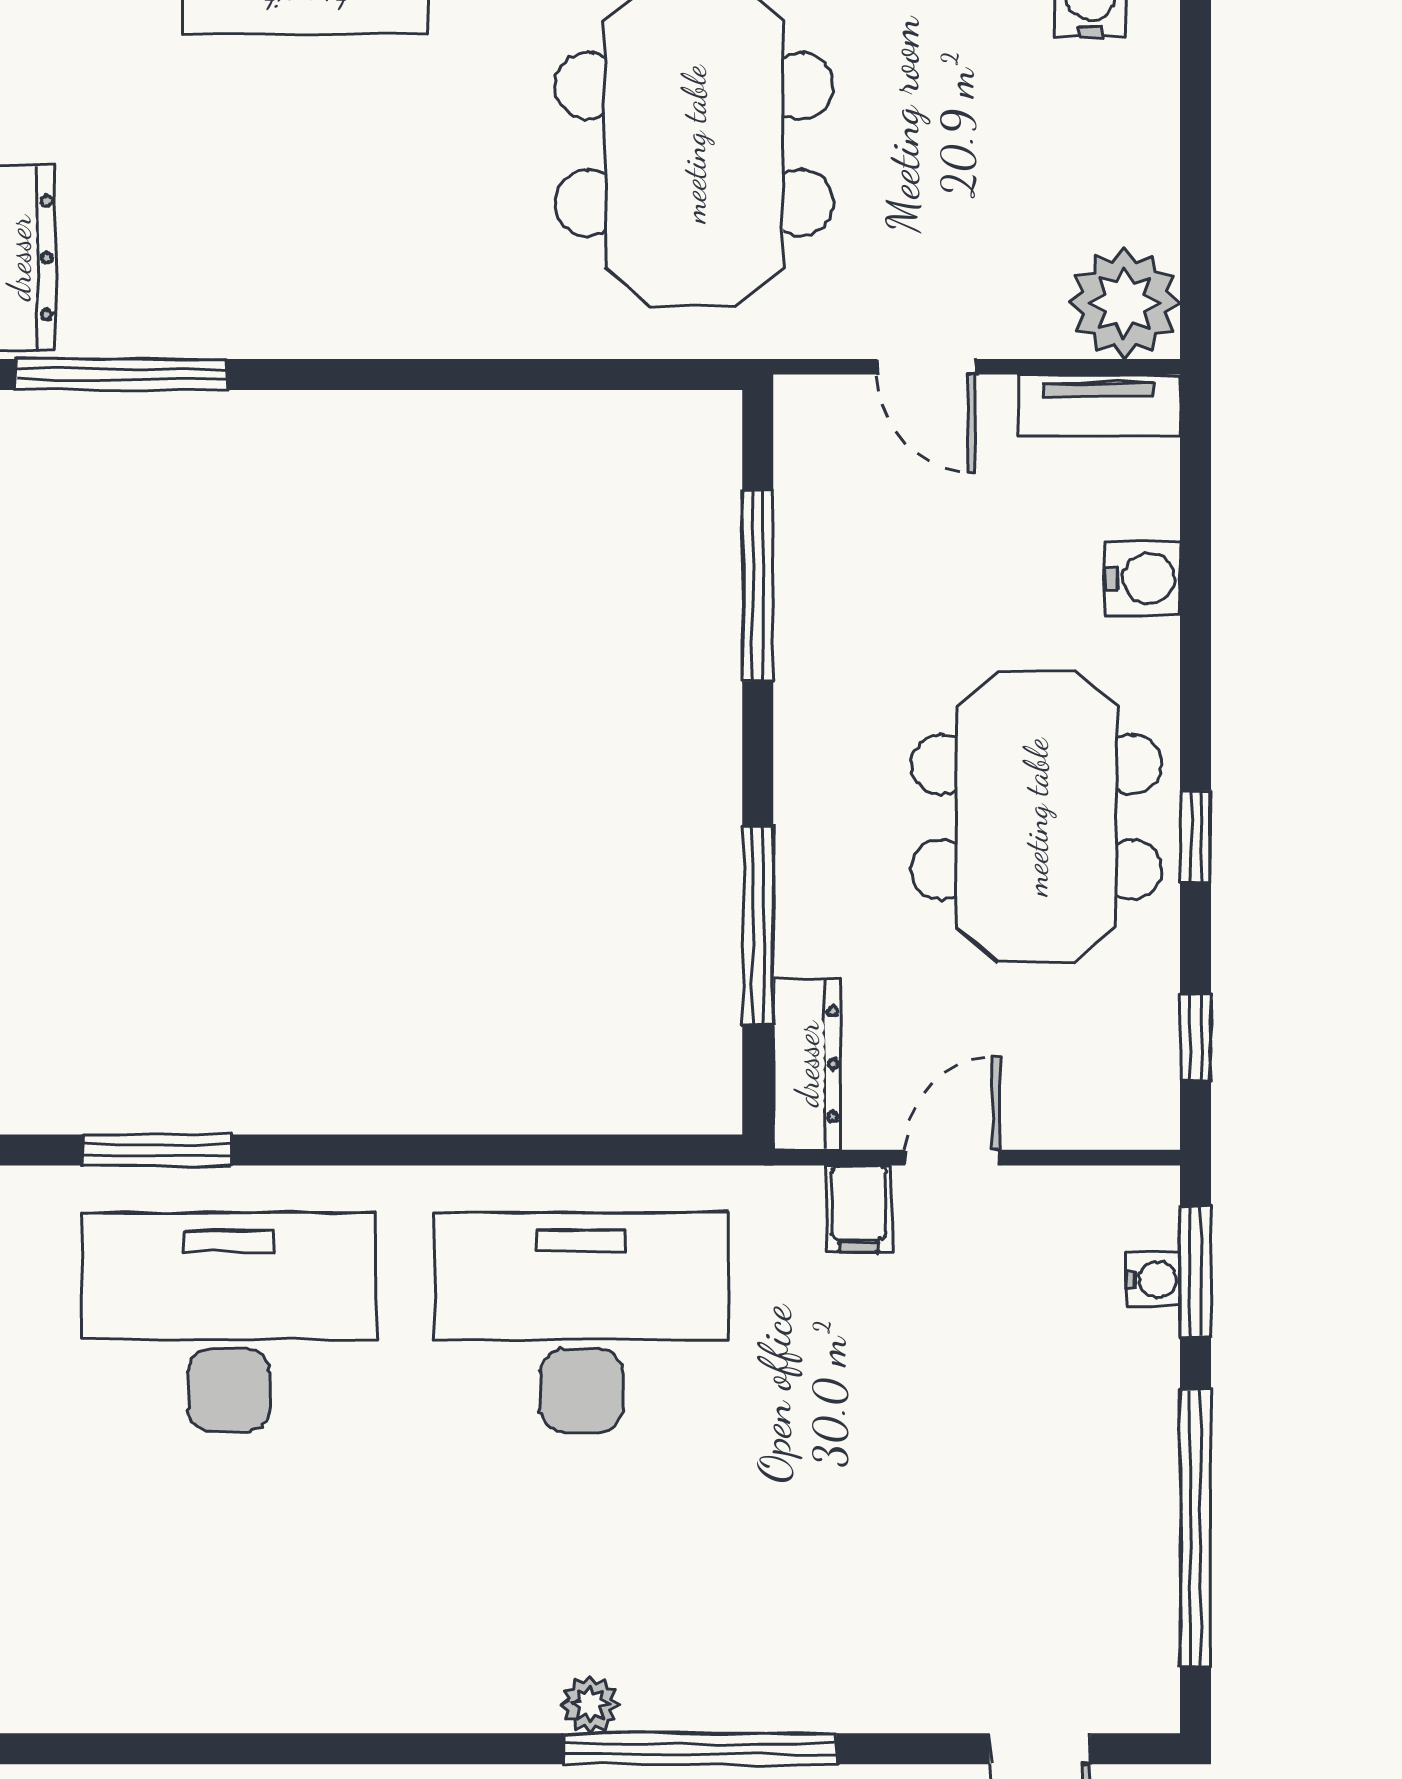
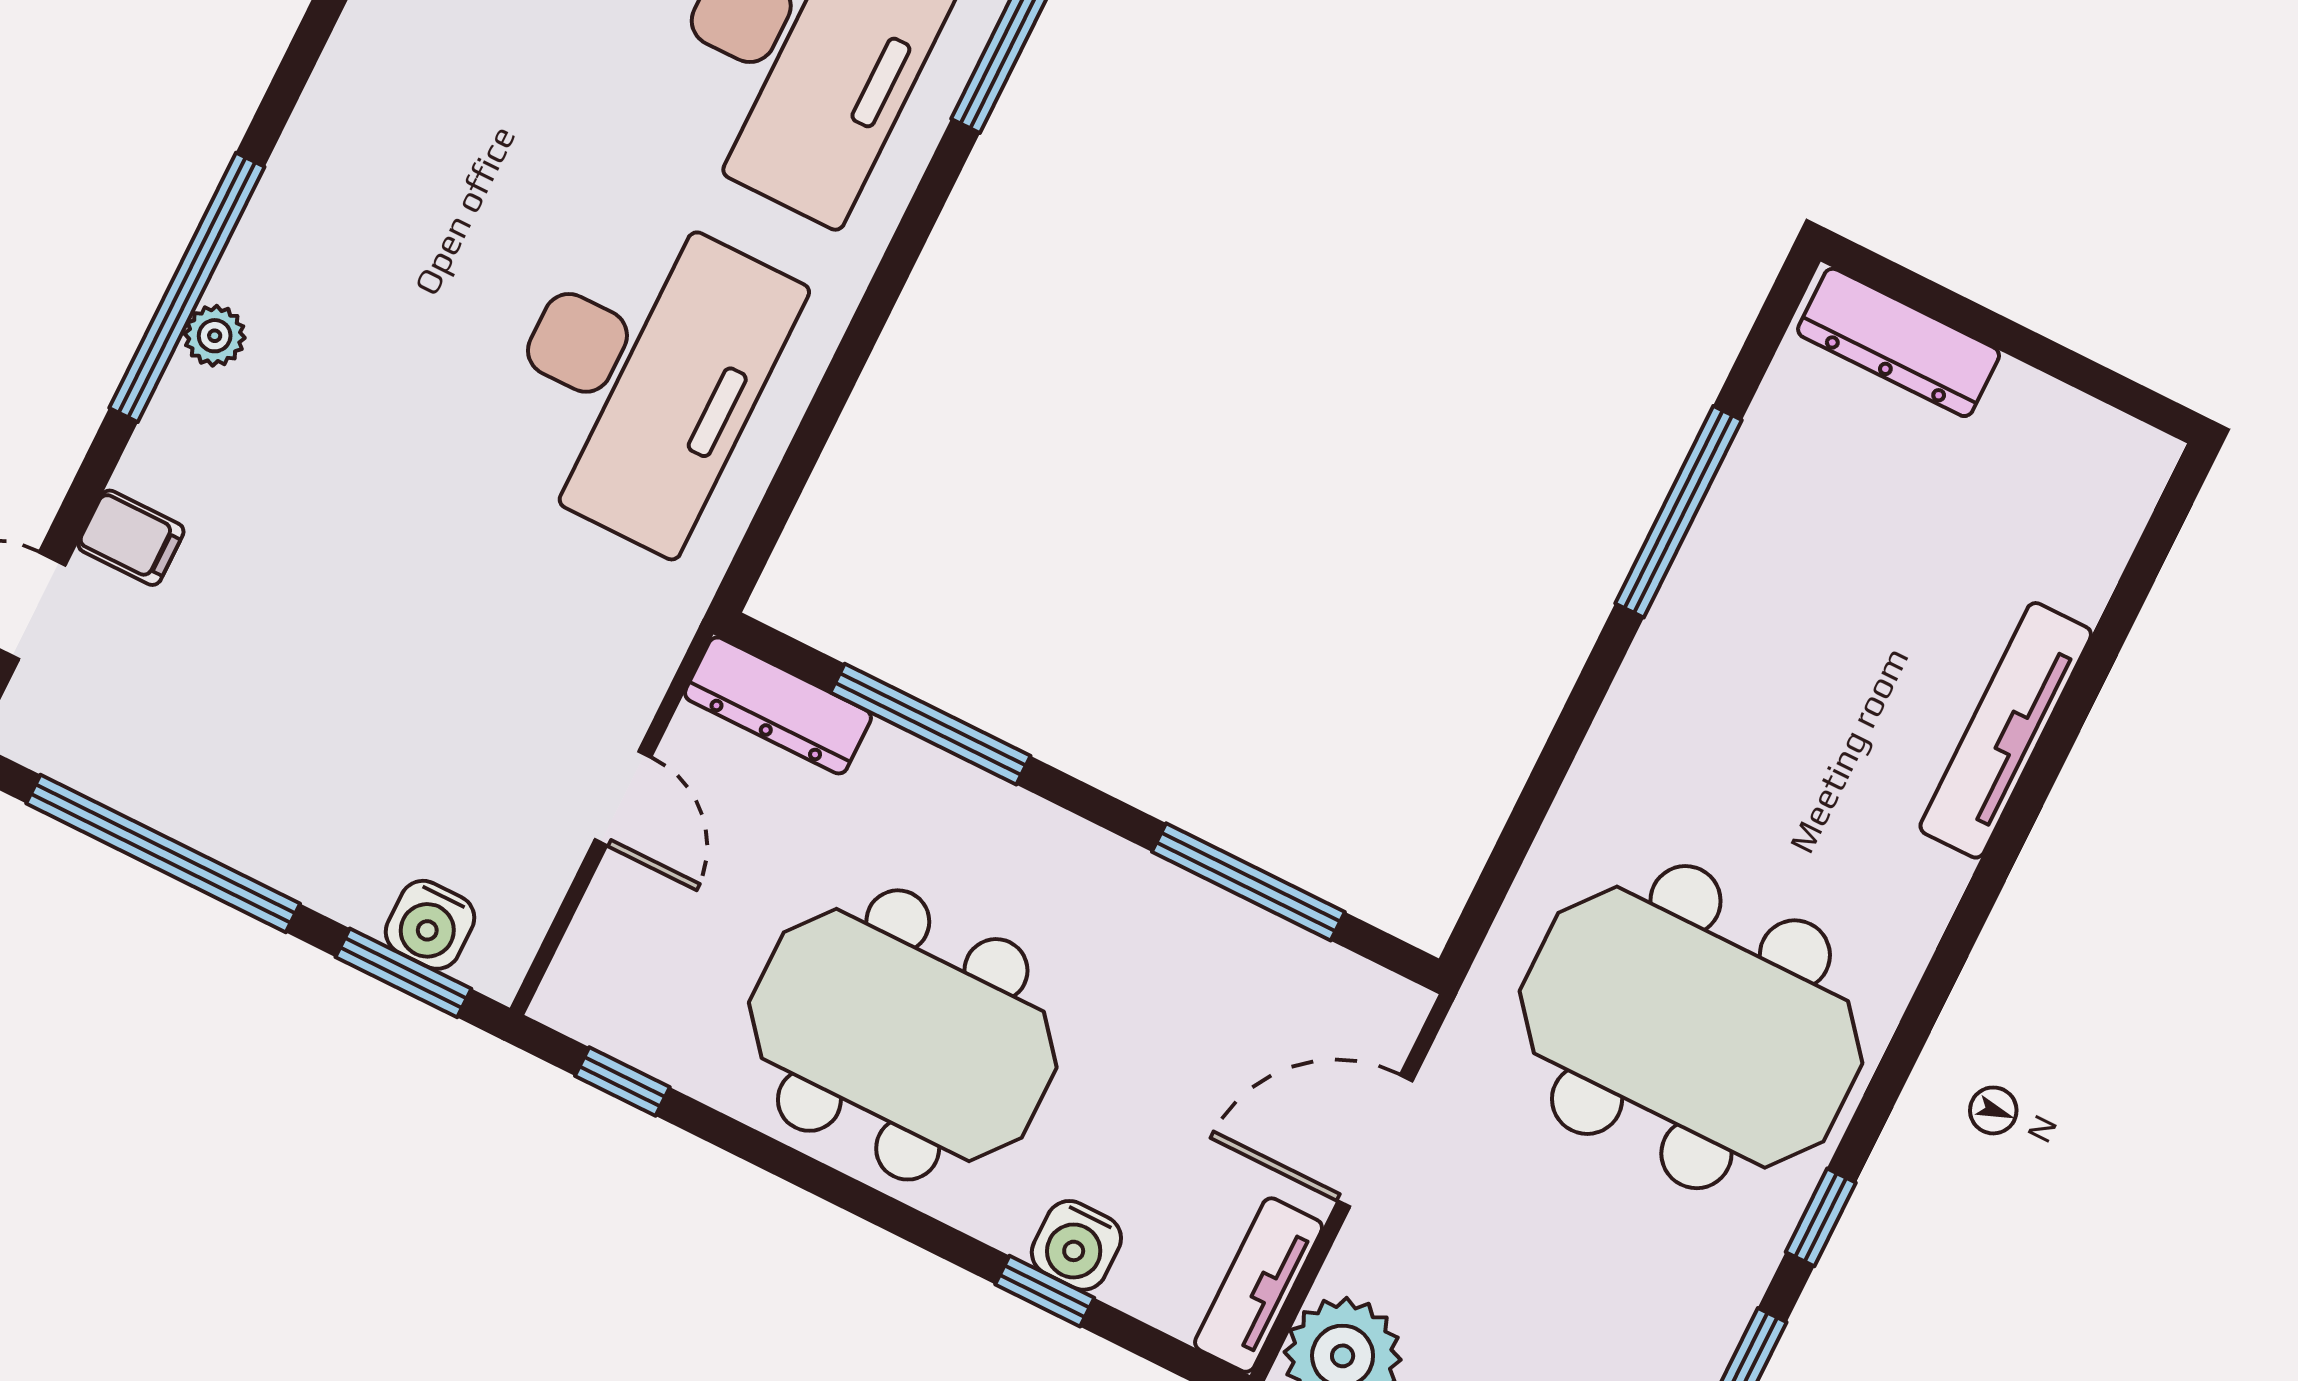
door: (926, 367) -> (1375, 1141), width x1.38
window: (121, 374) -> (1678, 512), moved
window: (1196, 836) -> (1045, 1291), moved
filing cabinet: (859, 1209) -> (131, 538), moved, turned 180
water cooler: (1153, 1279) -> (430, 925), width x1.38, depth x1.38
plant: (590, 1704) -> (215, 336), moved

